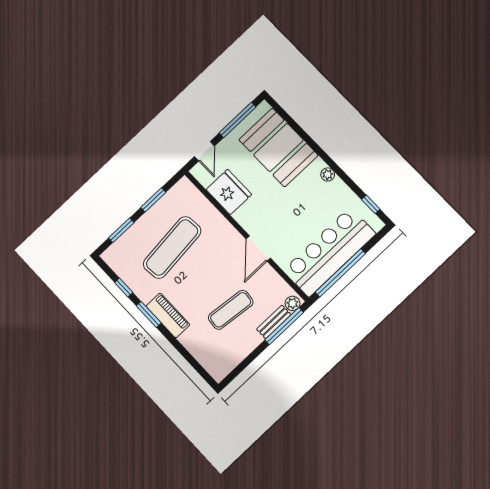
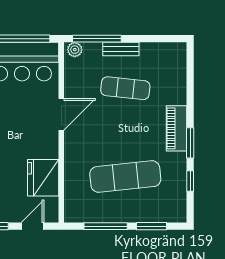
window: (153, 200) -> (106, 226), width x1.44
bench: (274, 322) -> (121, 49), moved

